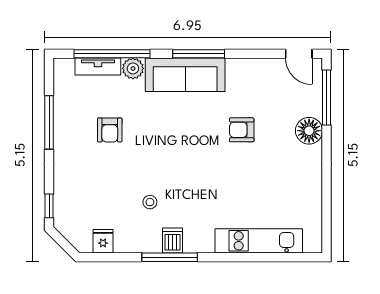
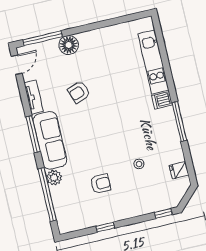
tv unit: (98, 66) -> (34, 97), moved
window: (49, 122) -> (105, 227), width x0.46
armchair: (242, 130) -> (79, 92), turned 71
stool: (150, 202) -> (139, 164), moved
dishwasher: (172, 240) -> (162, 100), moved

